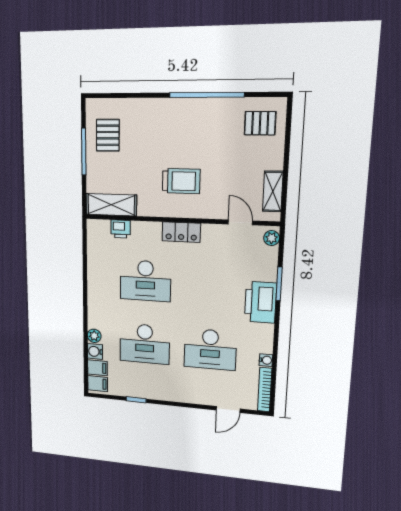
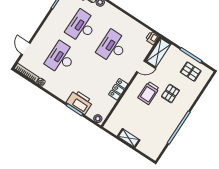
pallet: (260, 123) -> (170, 94), moved
shelving: (273, 191) -> (129, 138), moved
door: (240, 222) -> (141, 67), moved
printer: (121, 229) -> (152, 38), moved
locker: (181, 232) -> (118, 89), moved
printer: (260, 302) -> (80, 102), moved

